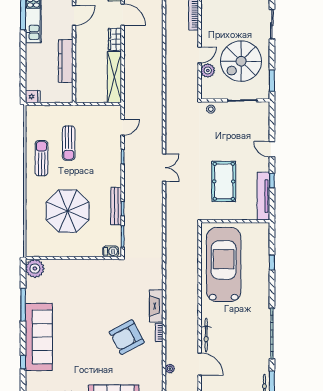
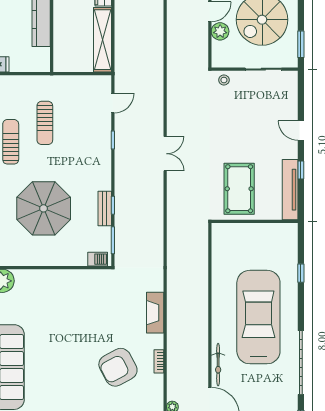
pool table: (224, 181) -> (239, 189), moved
bench: (116, 206) -> (105, 209), width x0.73
car: (224, 264) -> (258, 317), moved
fireplace: (156, 306) -> (155, 313), moved

